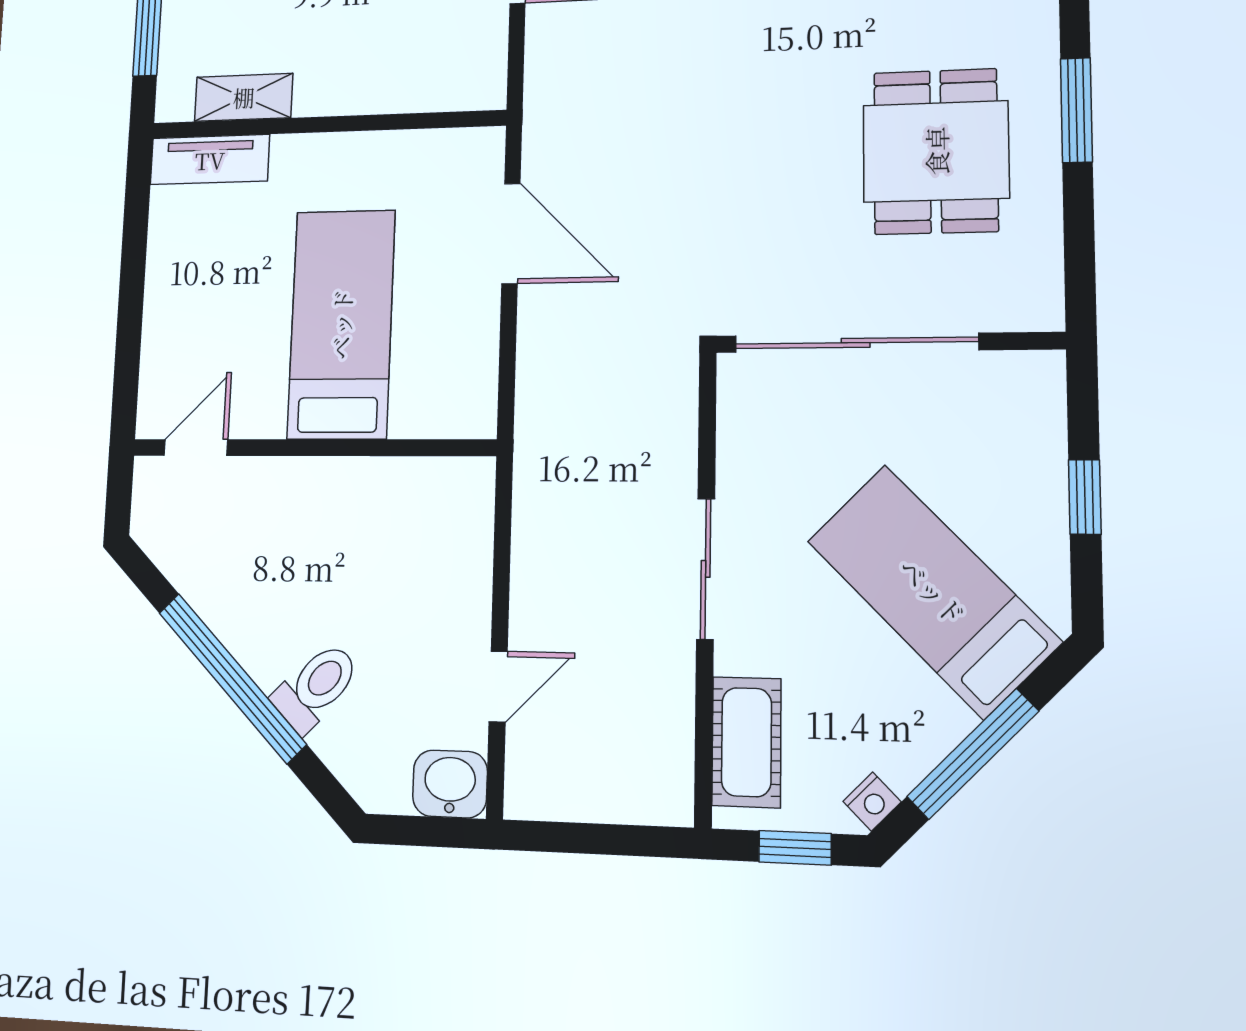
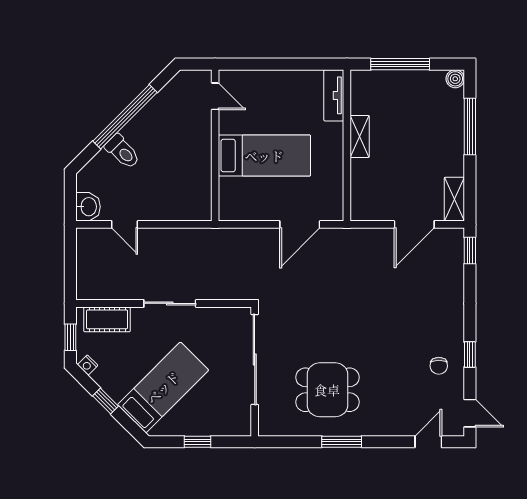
shelving: (244, 97) -> (360, 136), moved
window: (973, 754) -> (106, 401), width x0.46

